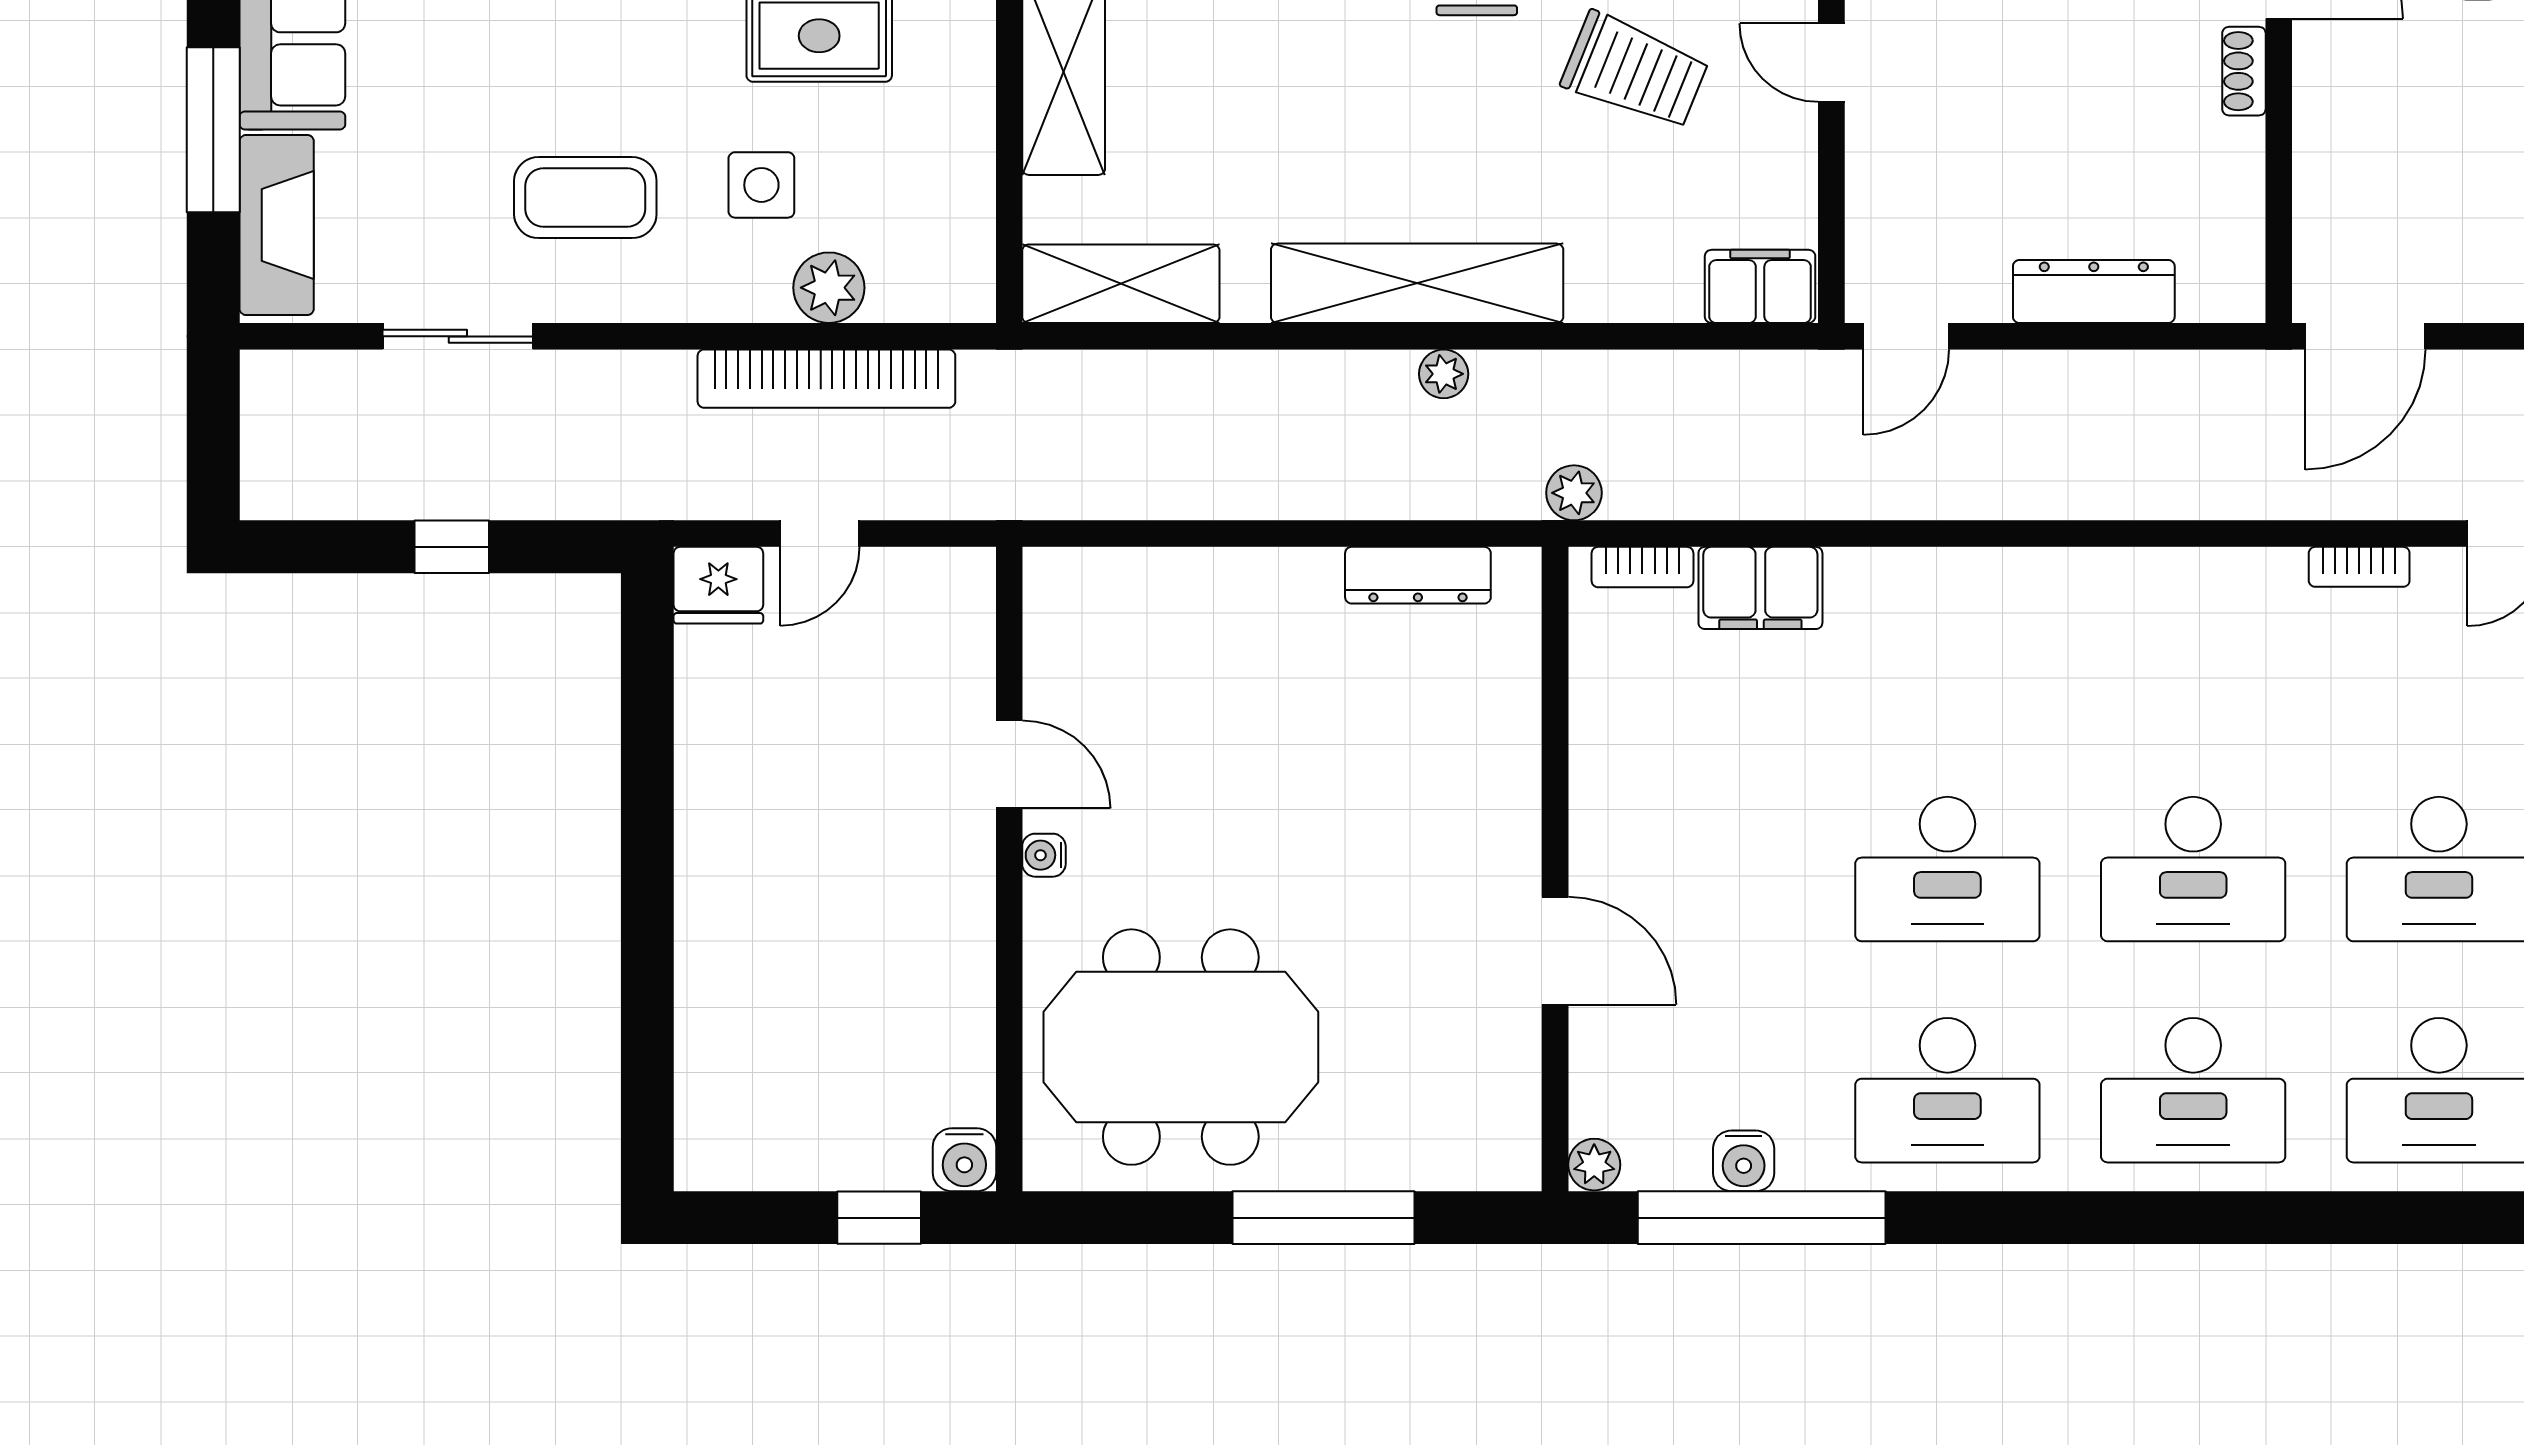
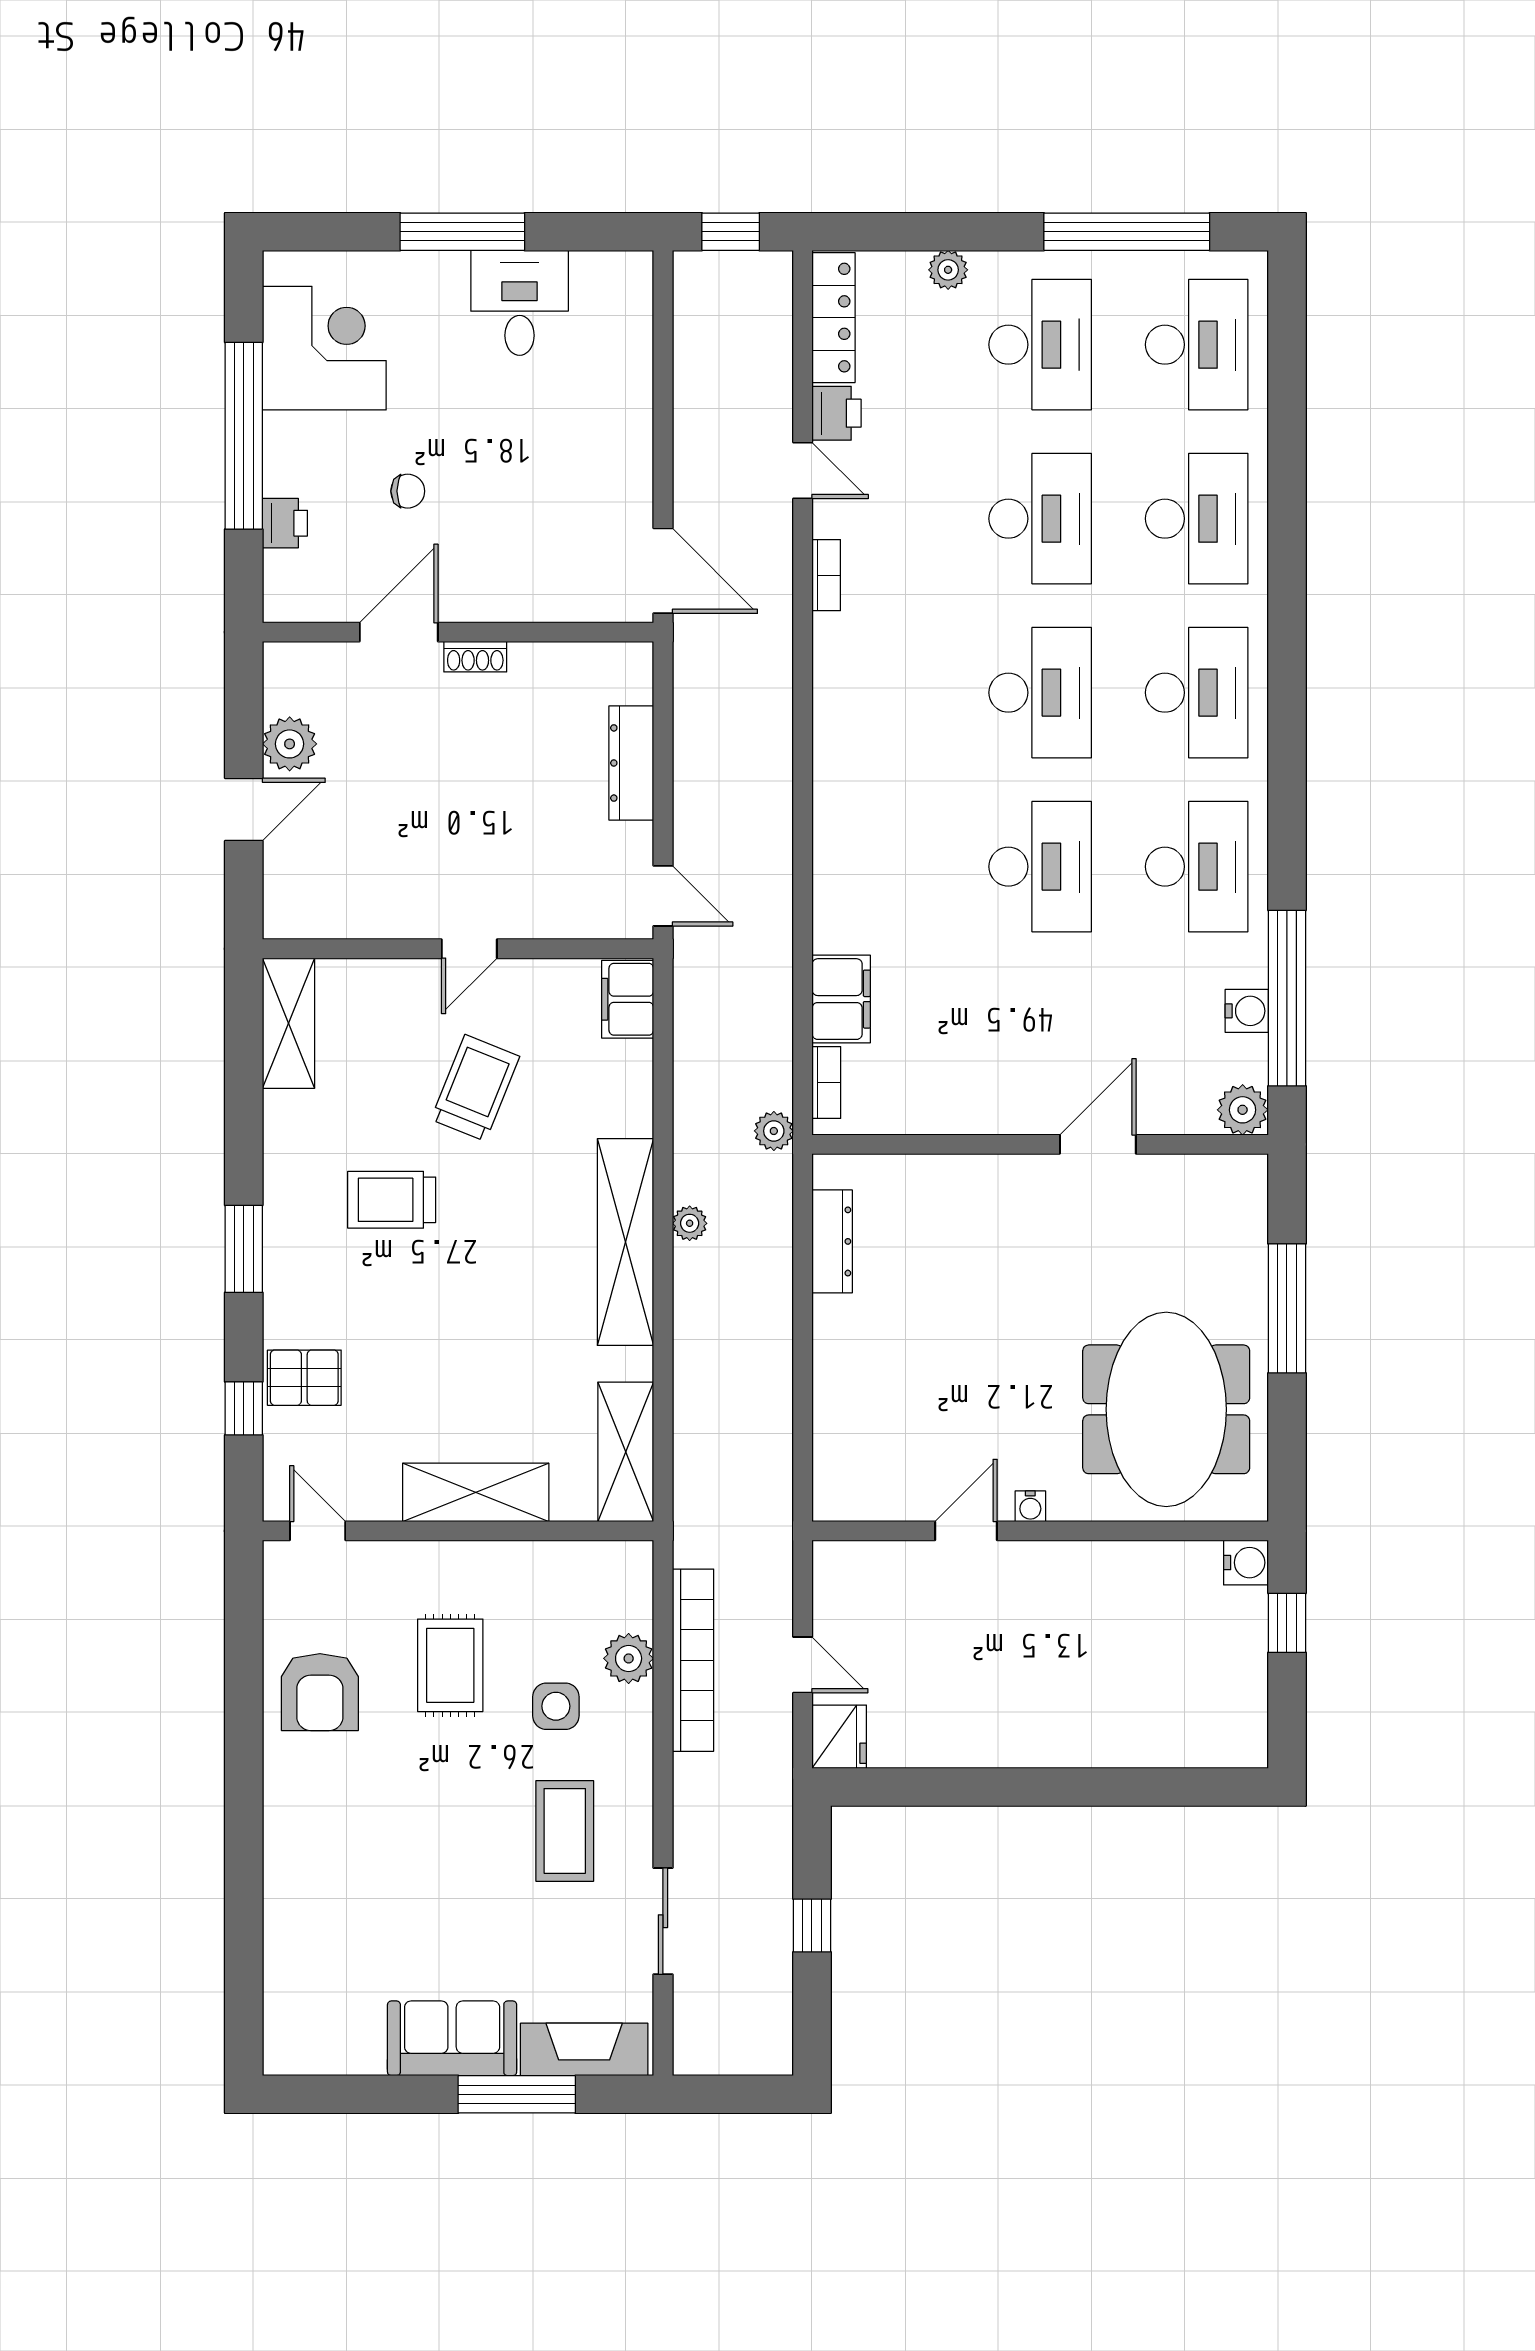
plant: (1594, 1165) -> (1243, 1110), width x1.38, depth x1.38

